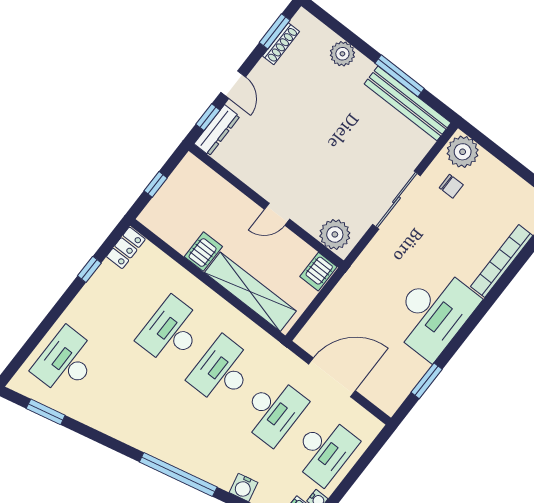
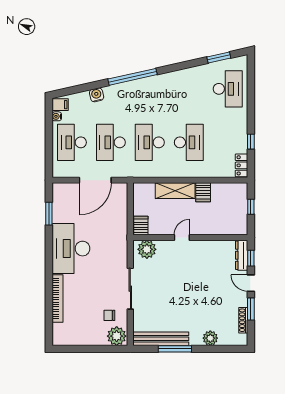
window: (275, 31) -> (251, 309), moved
shelving: (250, 292) -> (175, 191), width x0.68
desk: (222, 371) -> (150, 142), turned 180

